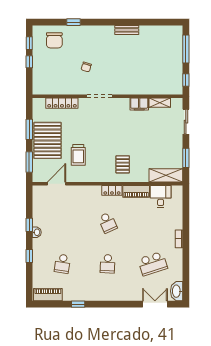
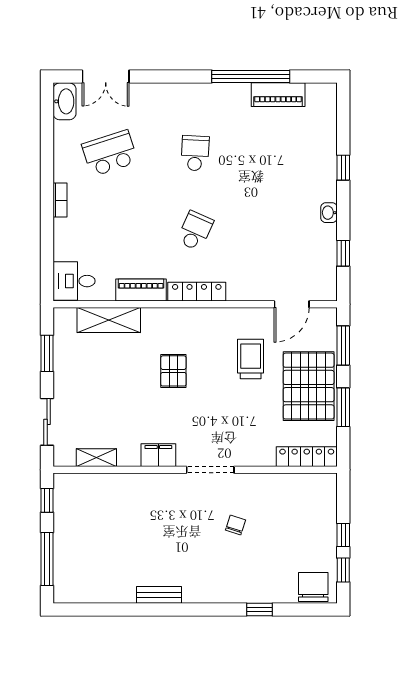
chair: (54, 40) -> (313, 587), moved
locker: (62, 103) -> (307, 457), moved
filing cabinet: (139, 104) -> (158, 455), moved
pallet: (123, 164) -> (173, 371), moved
shelving: (166, 175) -> (109, 320), moved
locker: (112, 190) -> (197, 292), width x1.53
desk: (161, 196) -> (74, 281), moved, turned 90
school desk: (108, 223) -> (195, 231), turned 48
window: (29, 225) -> (343, 253), moved
school desk: (62, 264) -> (280, 153), removed
piano: (48, 295) -> (278, 95), moved
window: (78, 304) -> (251, 77), width x3.17

